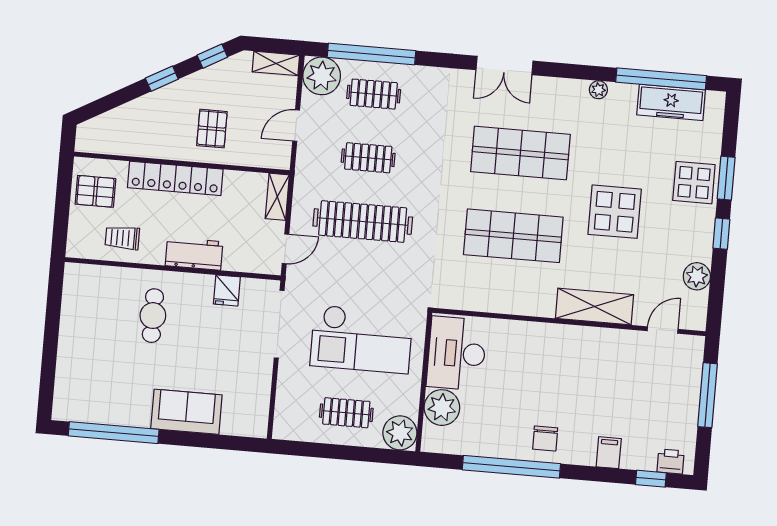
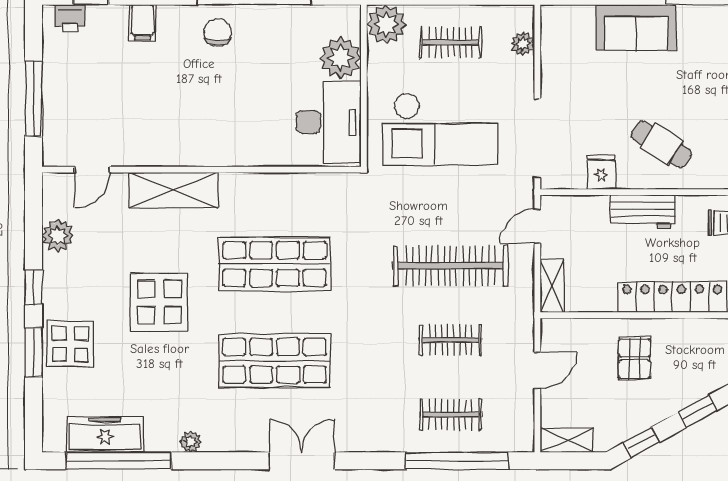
plant: (322, 76) -> (523, 44), moved, width x0.53, depth x0.53
cafe table: (153, 316) -> (661, 144), moved, turned -58
checkout: (361, 339) -> (440, 129), turned 180

